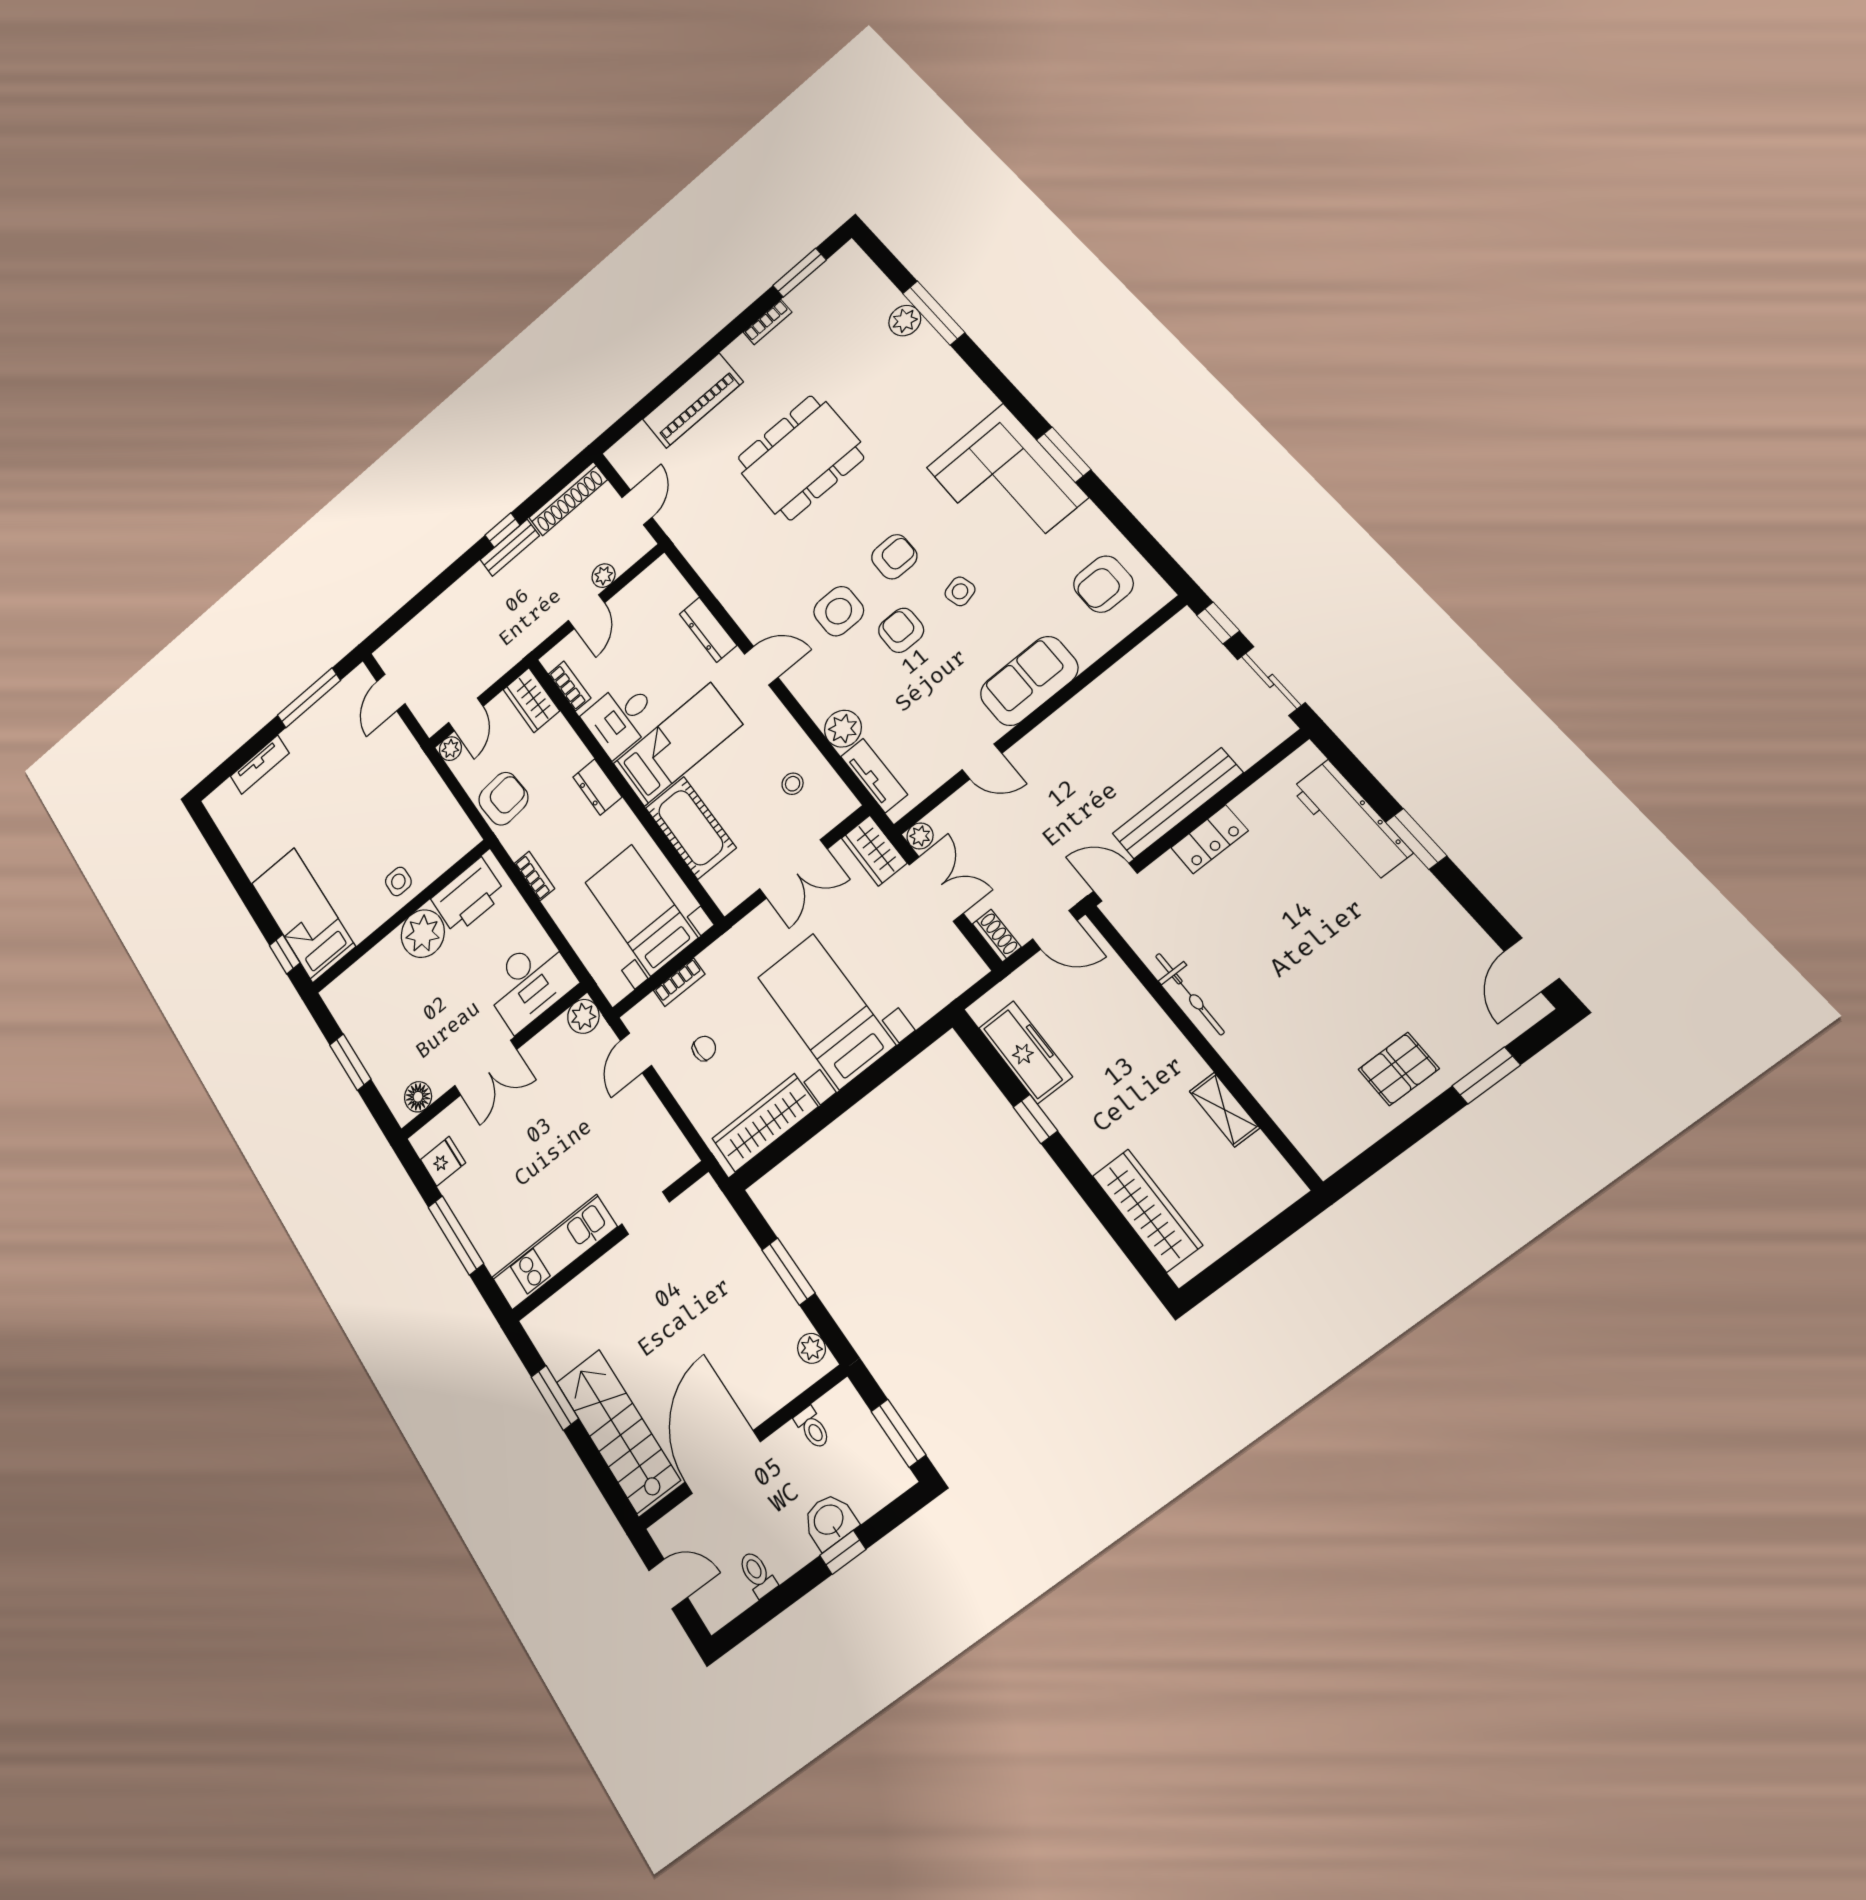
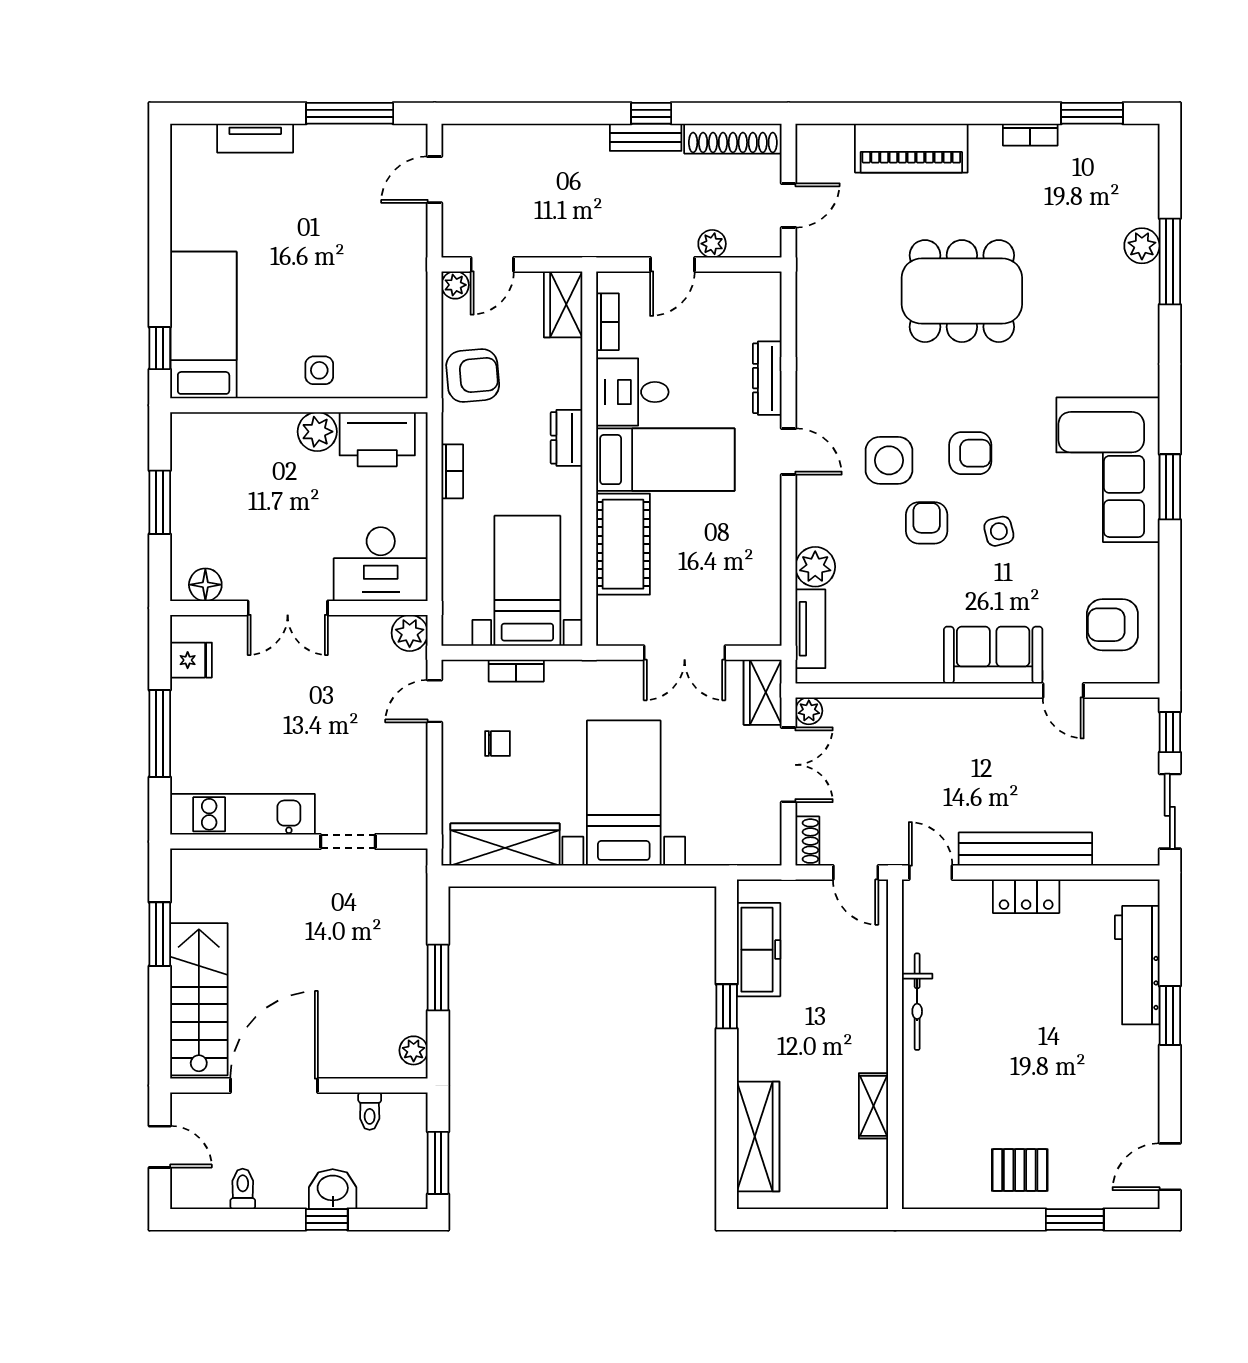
door: (982, 762) -> (1063, 690), moved
stool: (793, 784) -> (738, 579), removed
plant: (423, 934) -> (317, 432), width x0.73, depth x0.73

